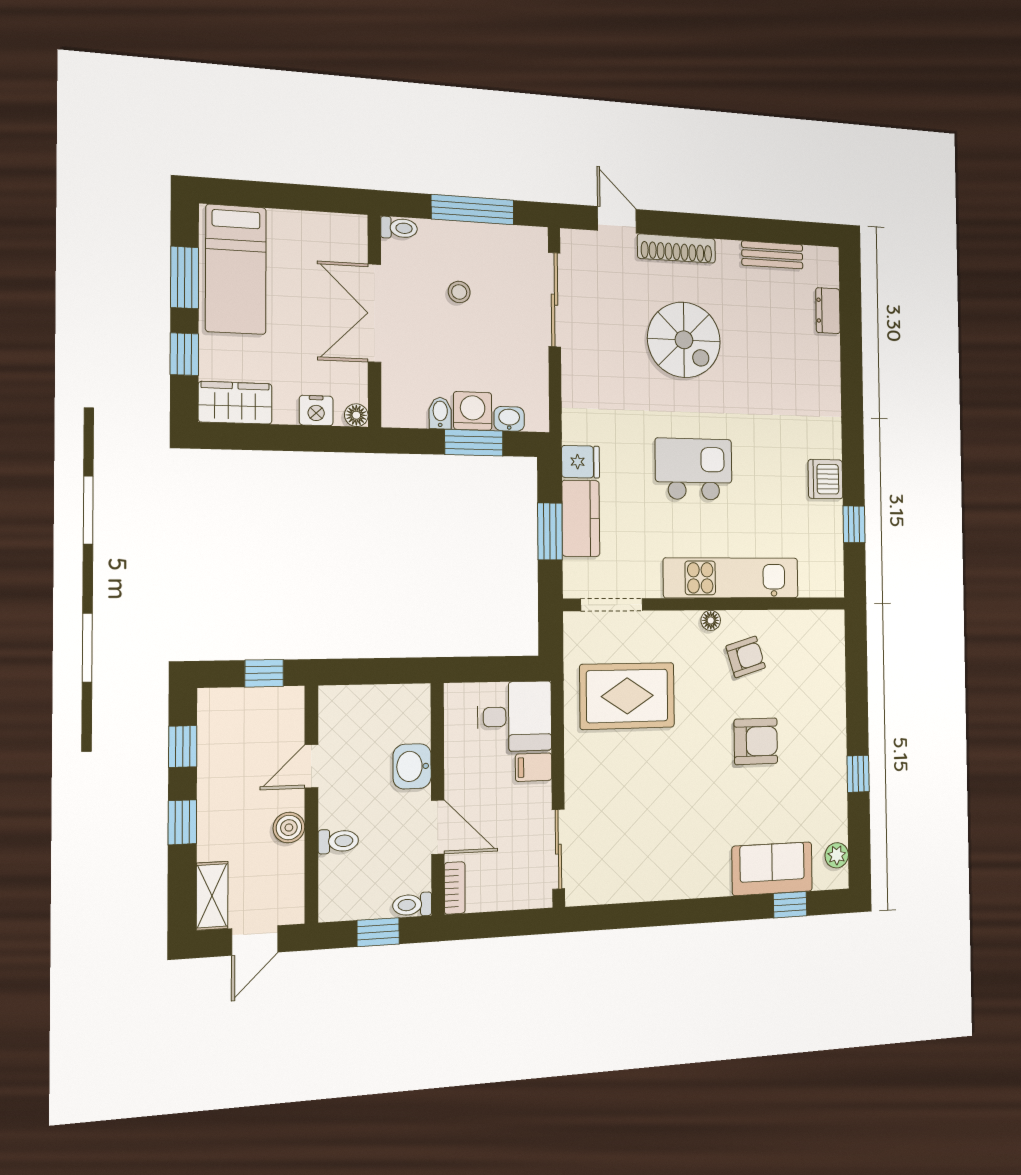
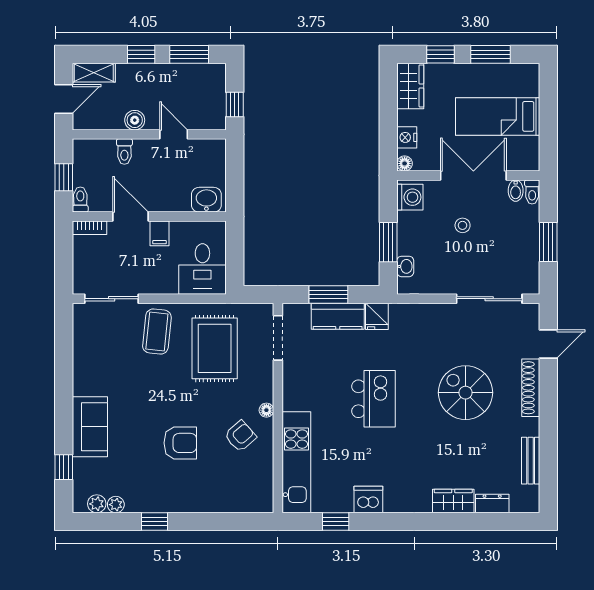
window: (473, 210) -> (548, 242), width x0.69
bed: (236, 269) -> (498, 116), moved
stool: (459, 292) -> (463, 225), moved
spiral stairs: (684, 340) -> (466, 393), turned 90
wardrobe: (825, 363) -> (453, 501), added
washing machine: (473, 411) -> (410, 197), moved
bidet: (440, 413) -> (516, 191), moved, turned 90
kitchen unit: (731, 578) -> (296, 462), moved
armchair: (746, 657) -> (240, 436), turned -114
armchair: (756, 741) -> (180, 443), turned -90
window: (183, 747) -> (189, 54), width x1.50
washbasin: (412, 766) -> (206, 200), moved
filing cabinet: (534, 767) -> (159, 233), moved, turned 180
coffee table: (604, 780) -> (157, 332), added
door: (438, 827) -> (130, 217), swing flipped
plant: (837, 829) -> (116, 505), added
sofa: (772, 869) -> (90, 427), moved
door: (255, 940) -> (64, 99), swing flipped

